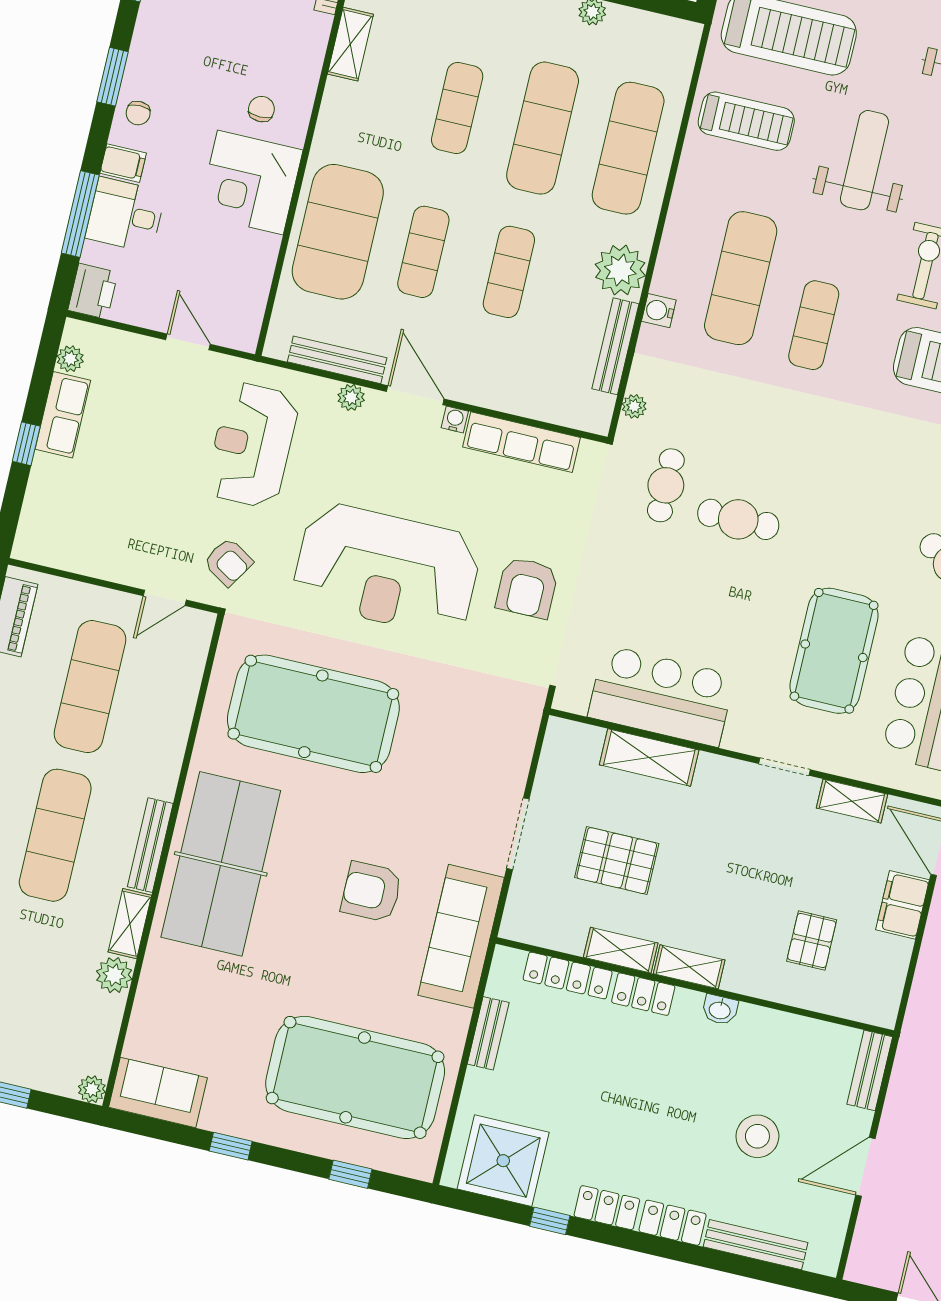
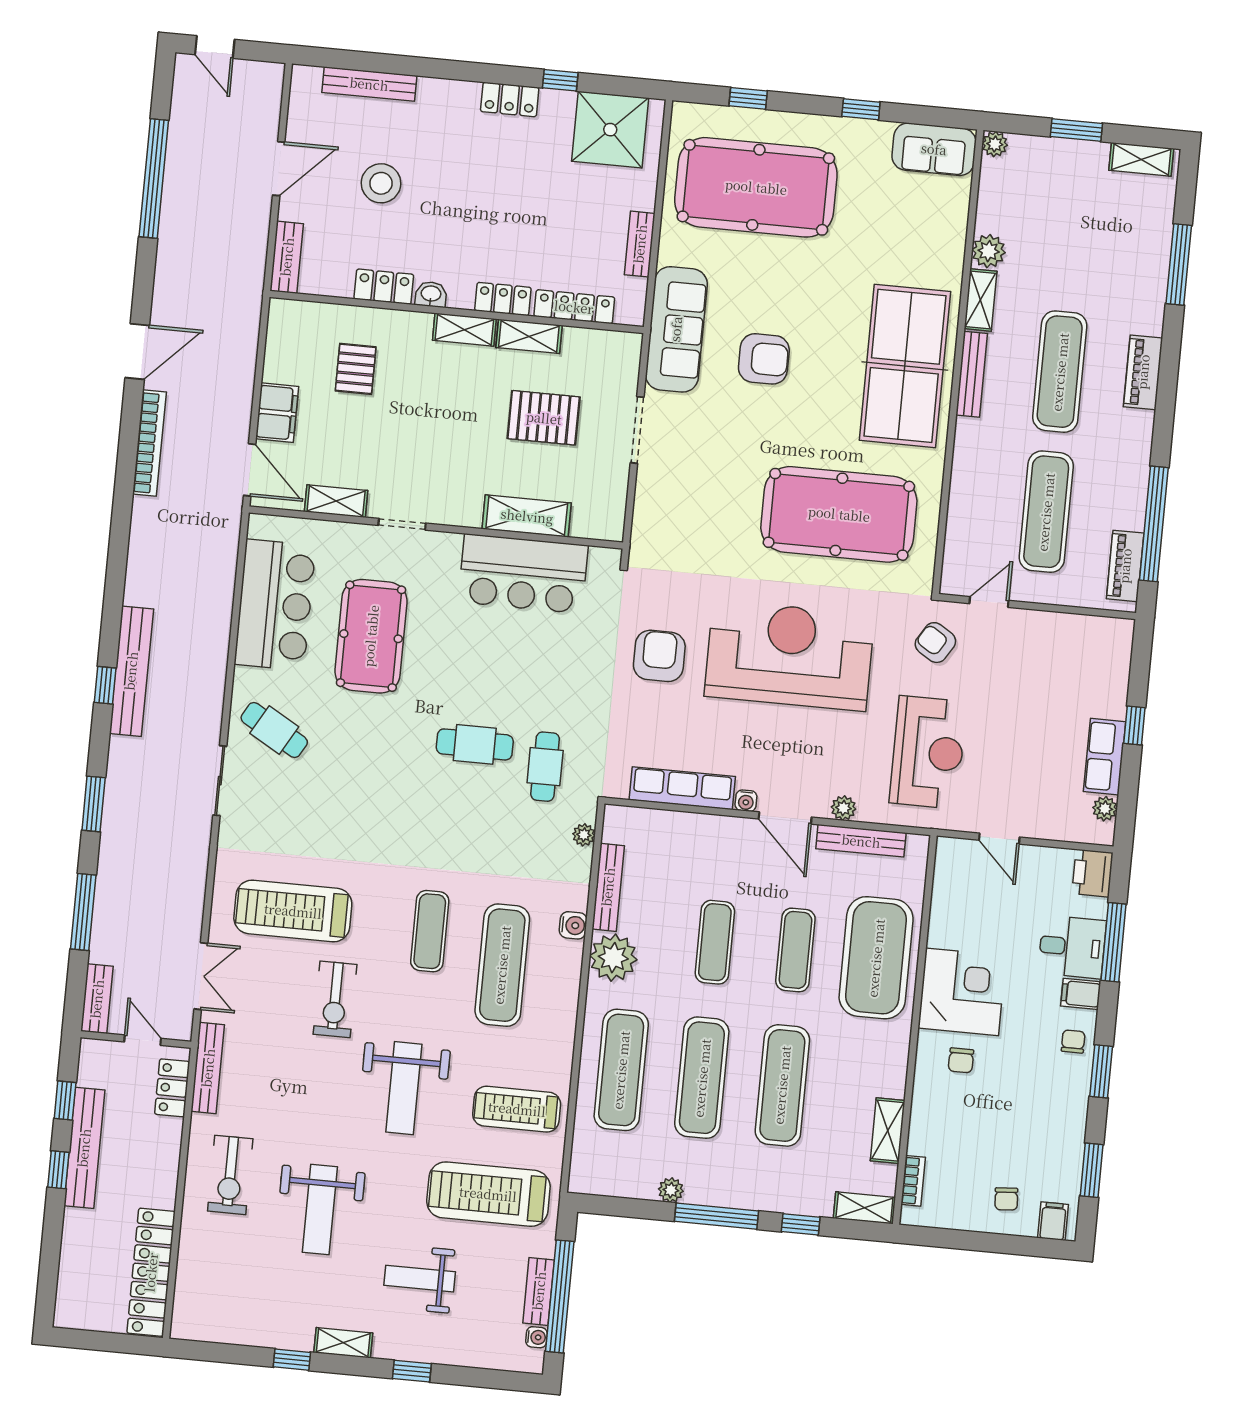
exercise mat: (457, 108) -> (782, 1085), width x1.36, depth x1.45
locker: (673, 1223) -> (384, 287), moved, turned 180

